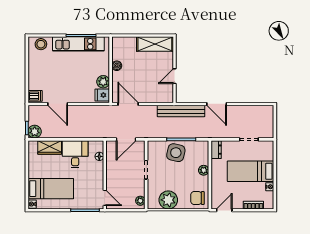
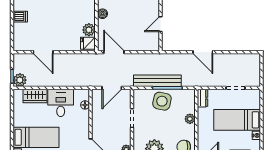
dishwasher: (35, 96) -> (20, 17), moved
bench: (181, 111) -> (157, 81), moved

